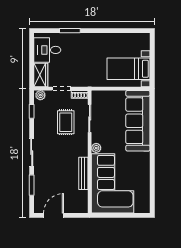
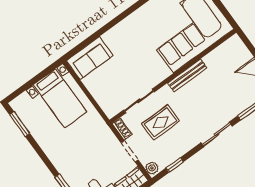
window: (131, 31) -> (20, 124), added
sofa: (138, 121) -> (90, 58), width x0.54, depth x0.79
plant: (96, 148) -> (164, 72), removed
bench: (83, 173) -> (187, 76), moved

